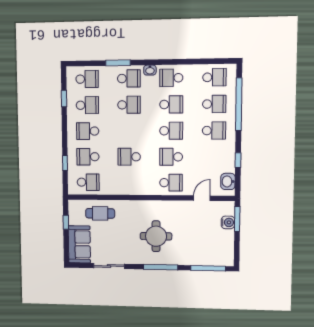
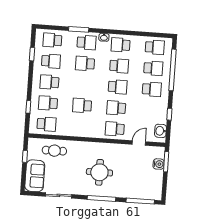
school desk: (87, 79) -> (52, 40), turned 180
school desk: (129, 105) -> (85, 63), turned 180
school desk: (171, 183) -> (115, 129), turned 180

